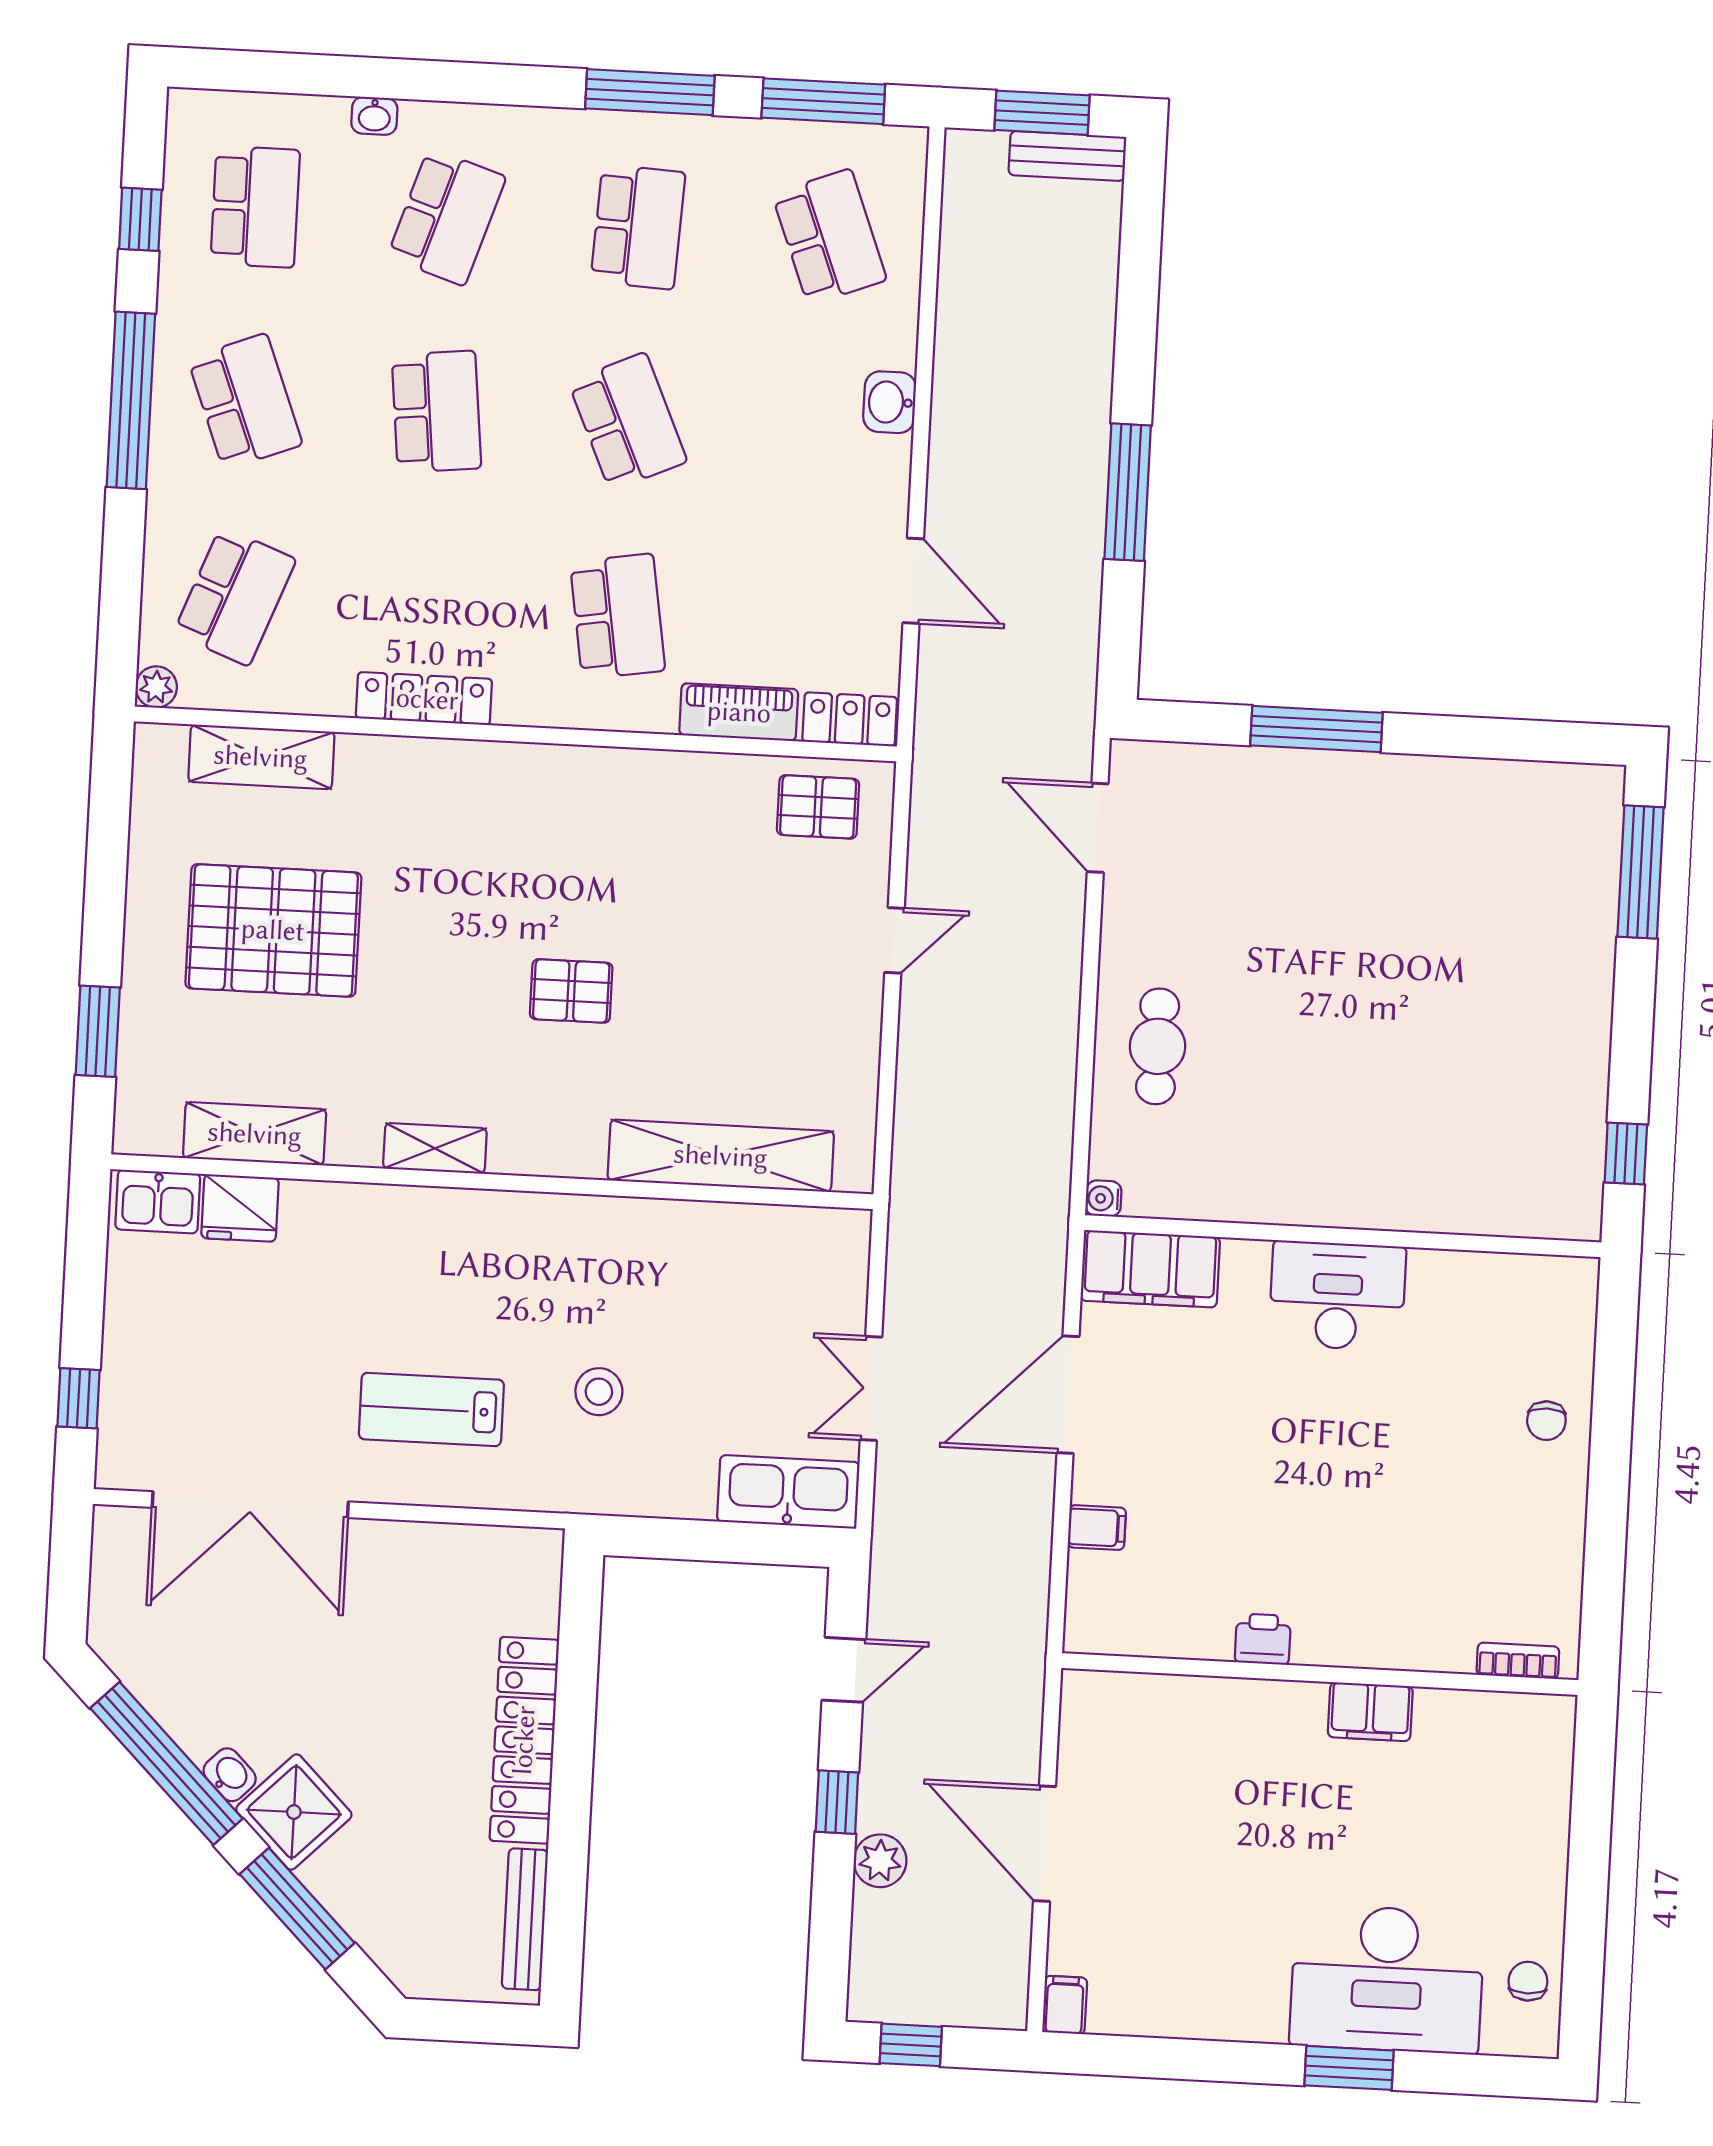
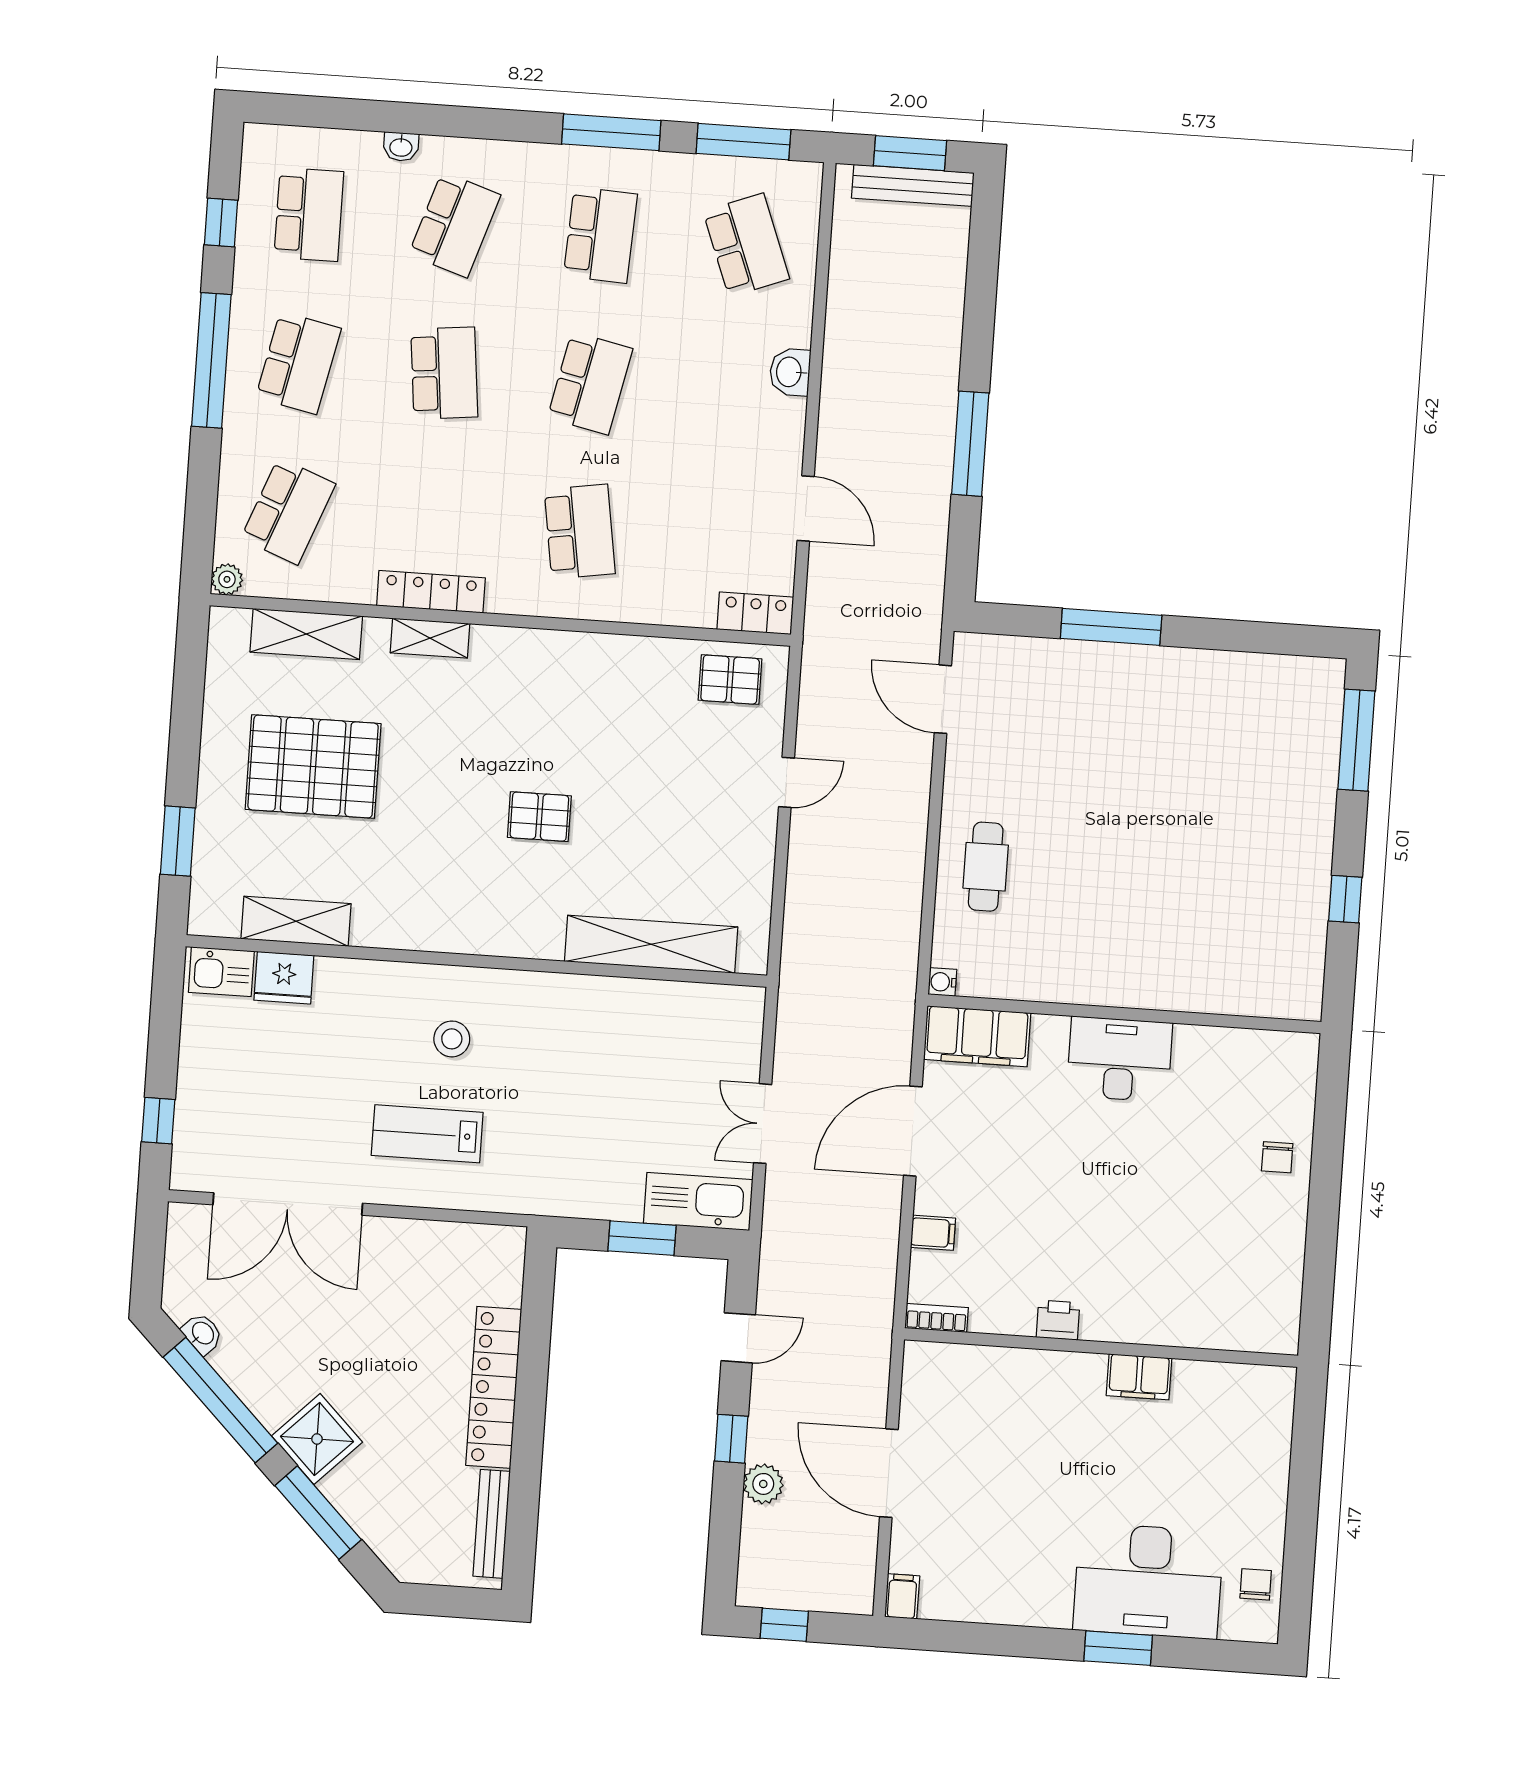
bench: (1067, 156) -> (913, 185), width x1.36
school desk: (245, 402) -> (298, 363), turned 33
school desk: (628, 422) -> (590, 383), turned 36
piano: (739, 712) -> (671, 606), removed
shelving: (435, 1148) -> (430, 638), moved
window: (1626, 1153) -> (1345, 899), moved
stool: (599, 1392) -> (452, 1039), moved
window: (715, 1541) -> (642, 1238), added
bookcase: (1518, 1661) -> (937, 1318), moved
washbasin: (230, 1775) -> (202, 1334), moved

